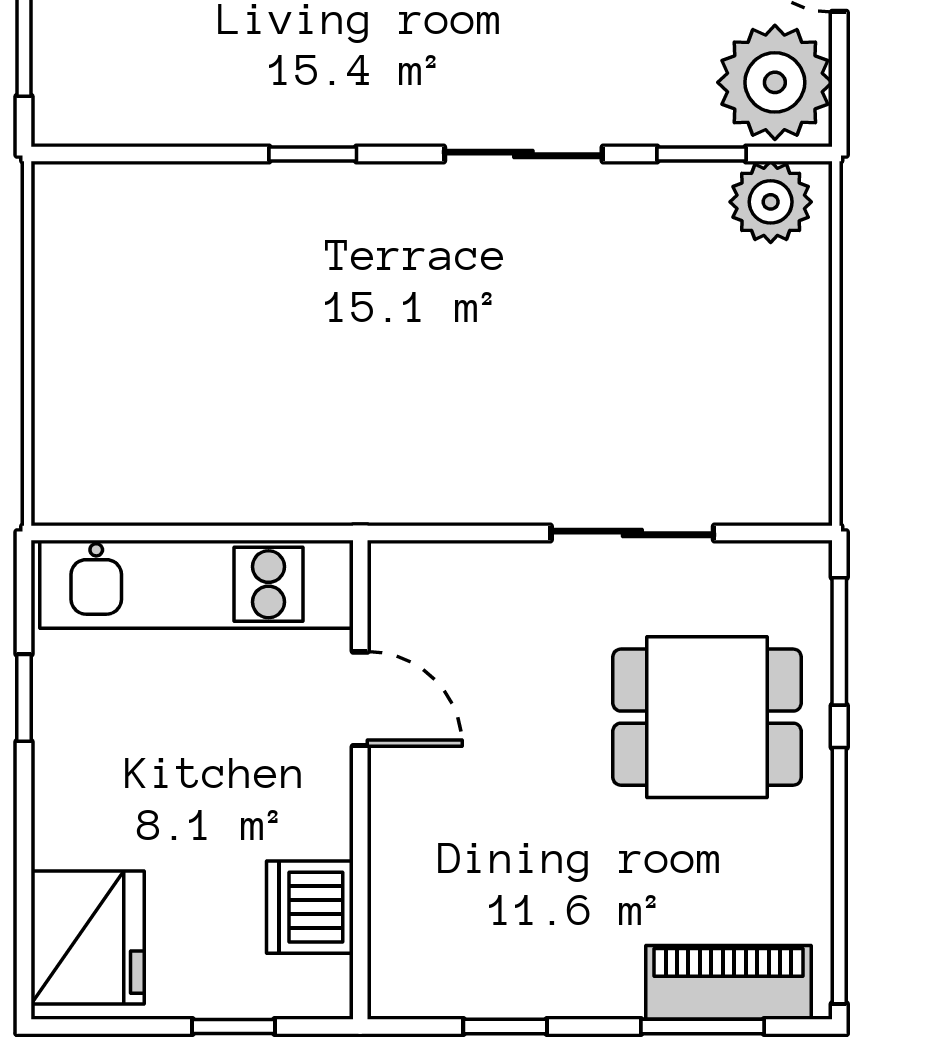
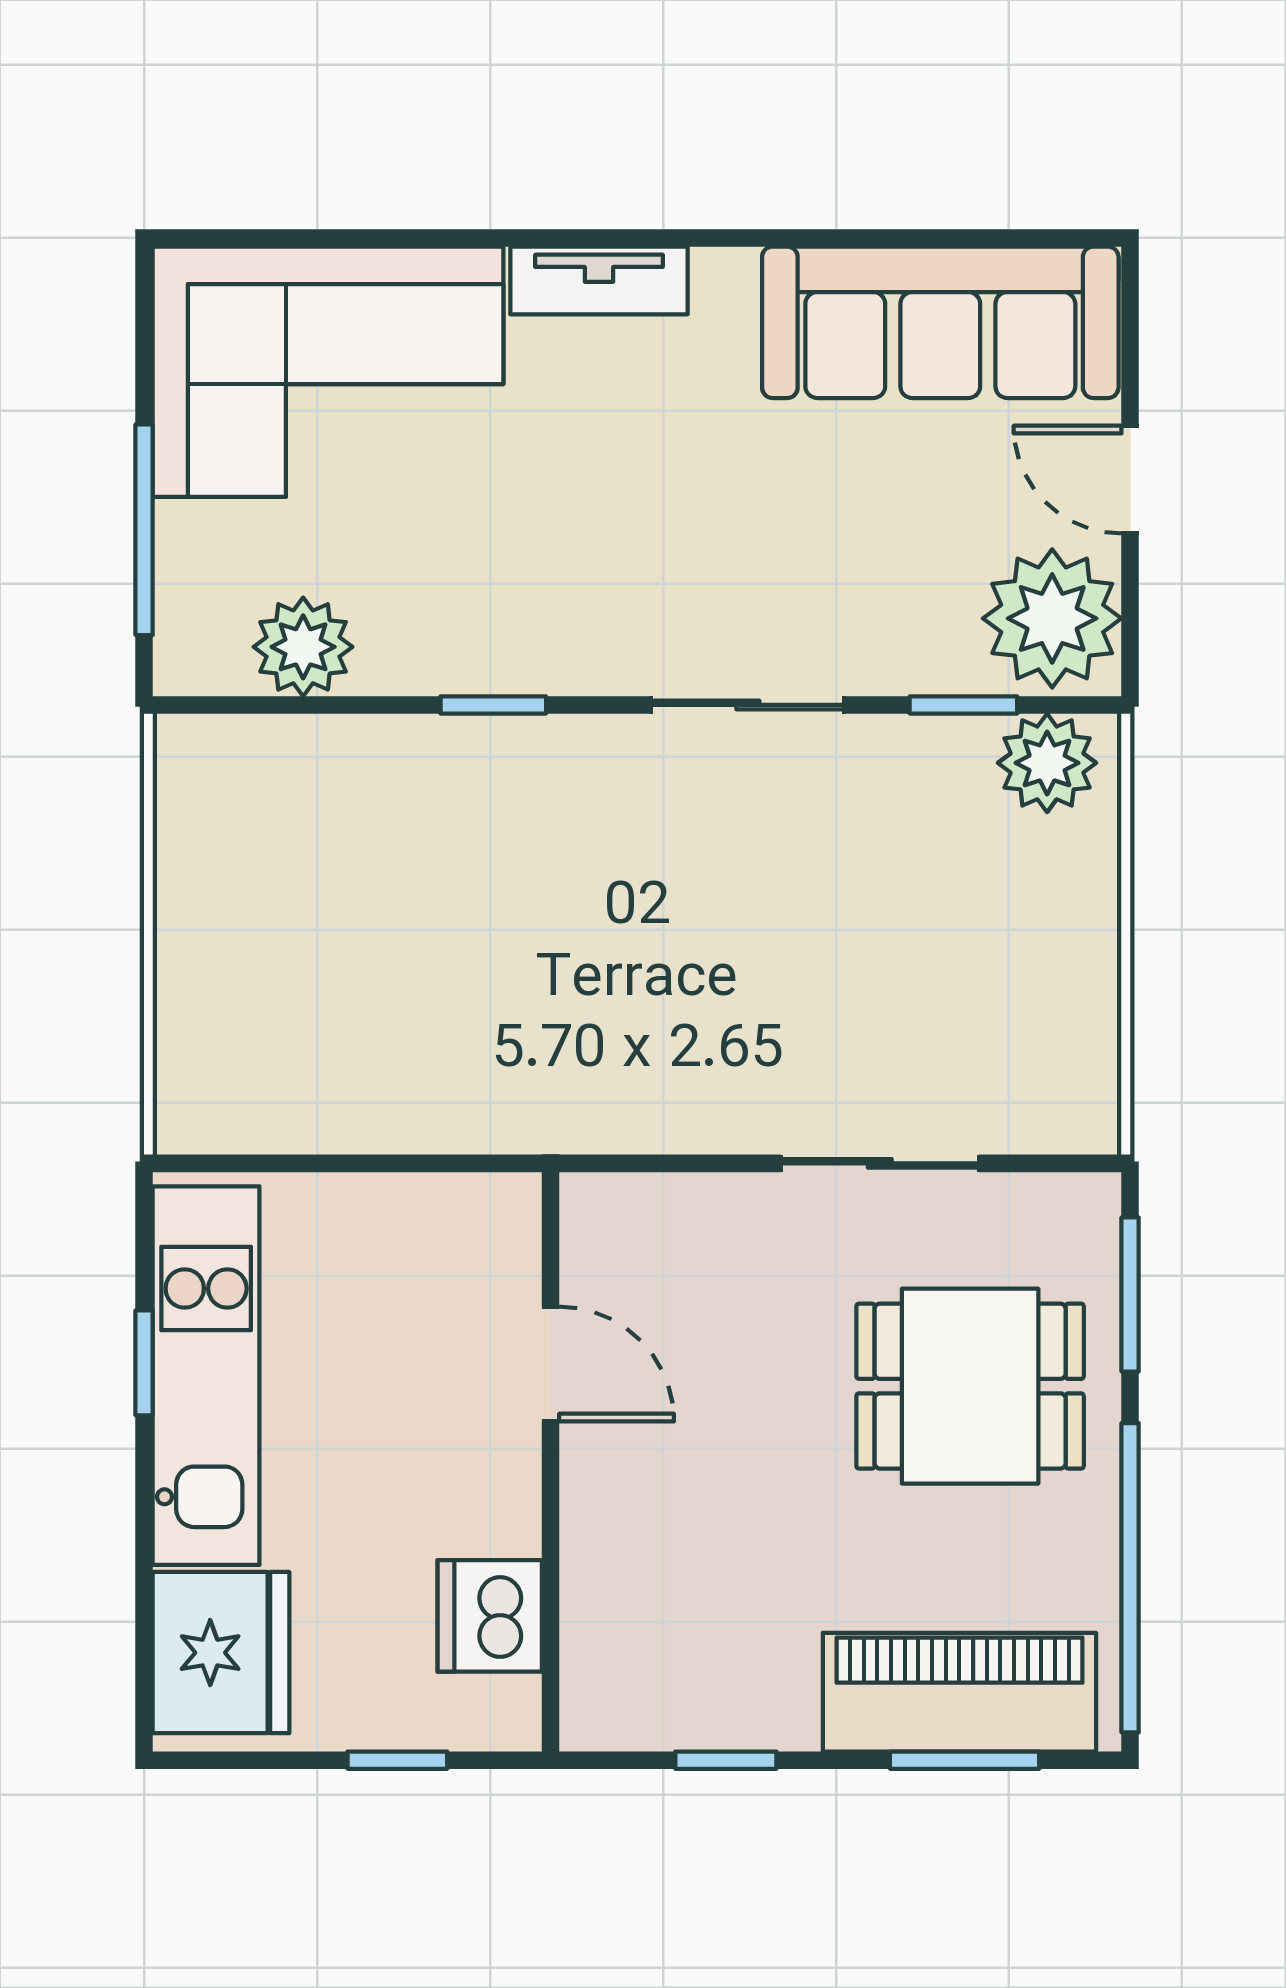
plant: (155, 106) -> (303, 647), added
kitchen unit: (196, 584) -> (206, 1376), moved, turned -90
piano: (729, 982) -> (959, 1692), width x1.37, depth x1.33

